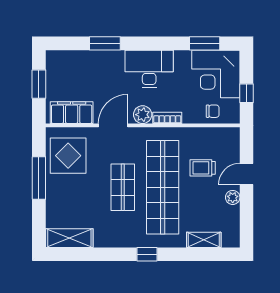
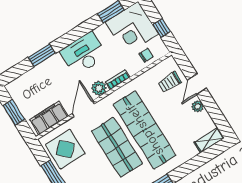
trolley: (203, 168) -> (169, 82), moved
shop shelf: (123, 187) -> (117, 147), width x1.43, depth x1.36
shelving: (204, 240) -> (209, 140), moved

